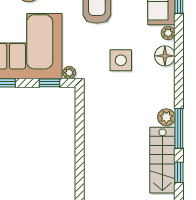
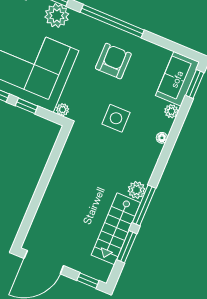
floor lamp: (165, 56) -> (162, 138), width x0.53, depth x0.53
window: (50, 83) -> (27, 106), moved
window: (179, 172) -> (127, 247), width x1.50

